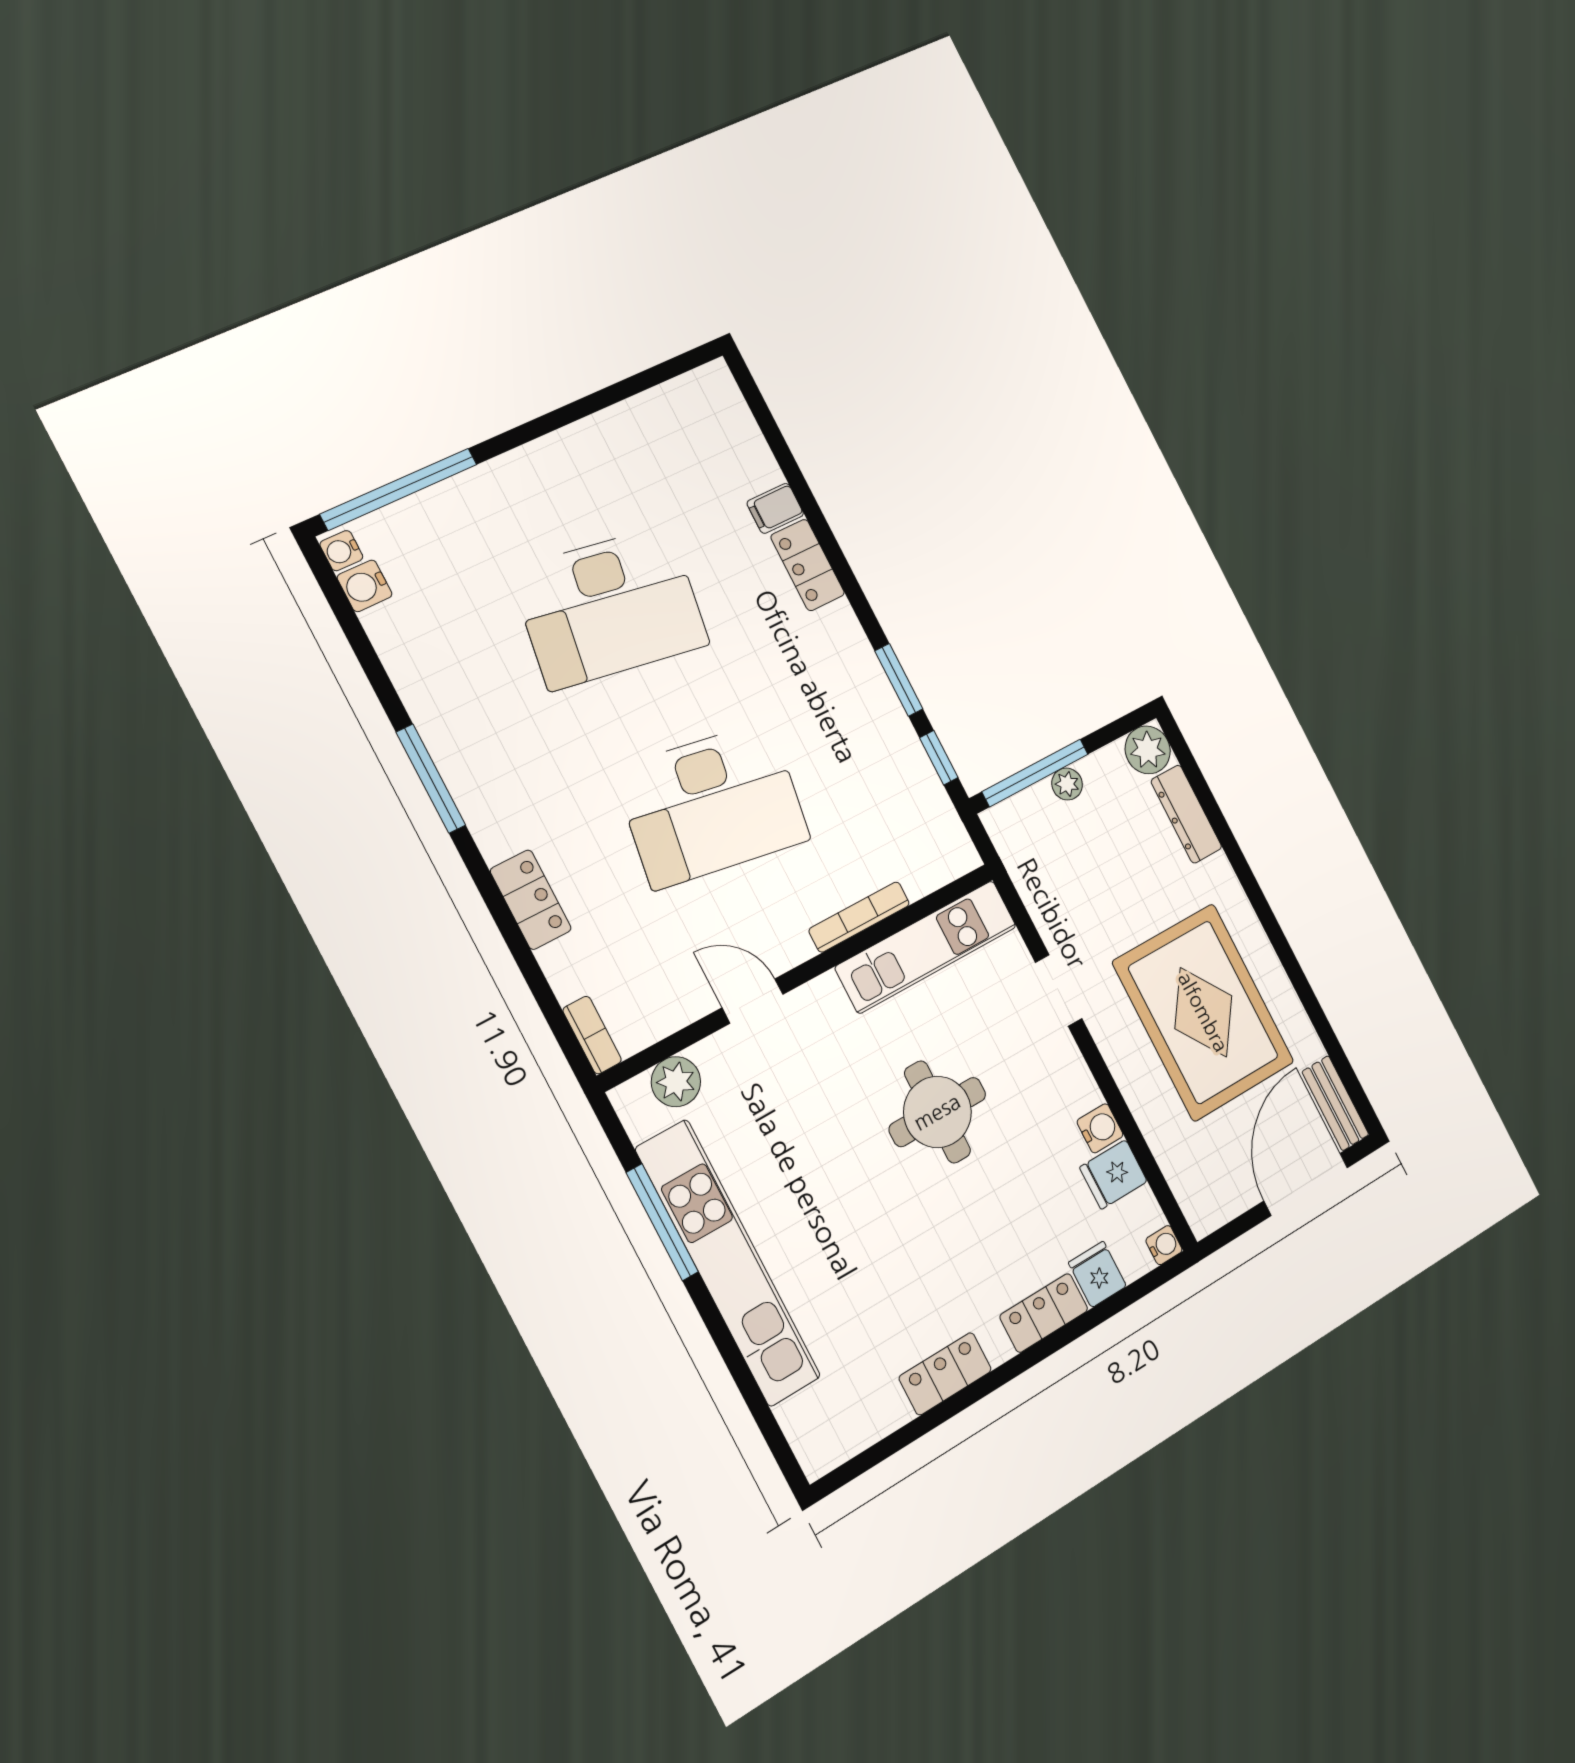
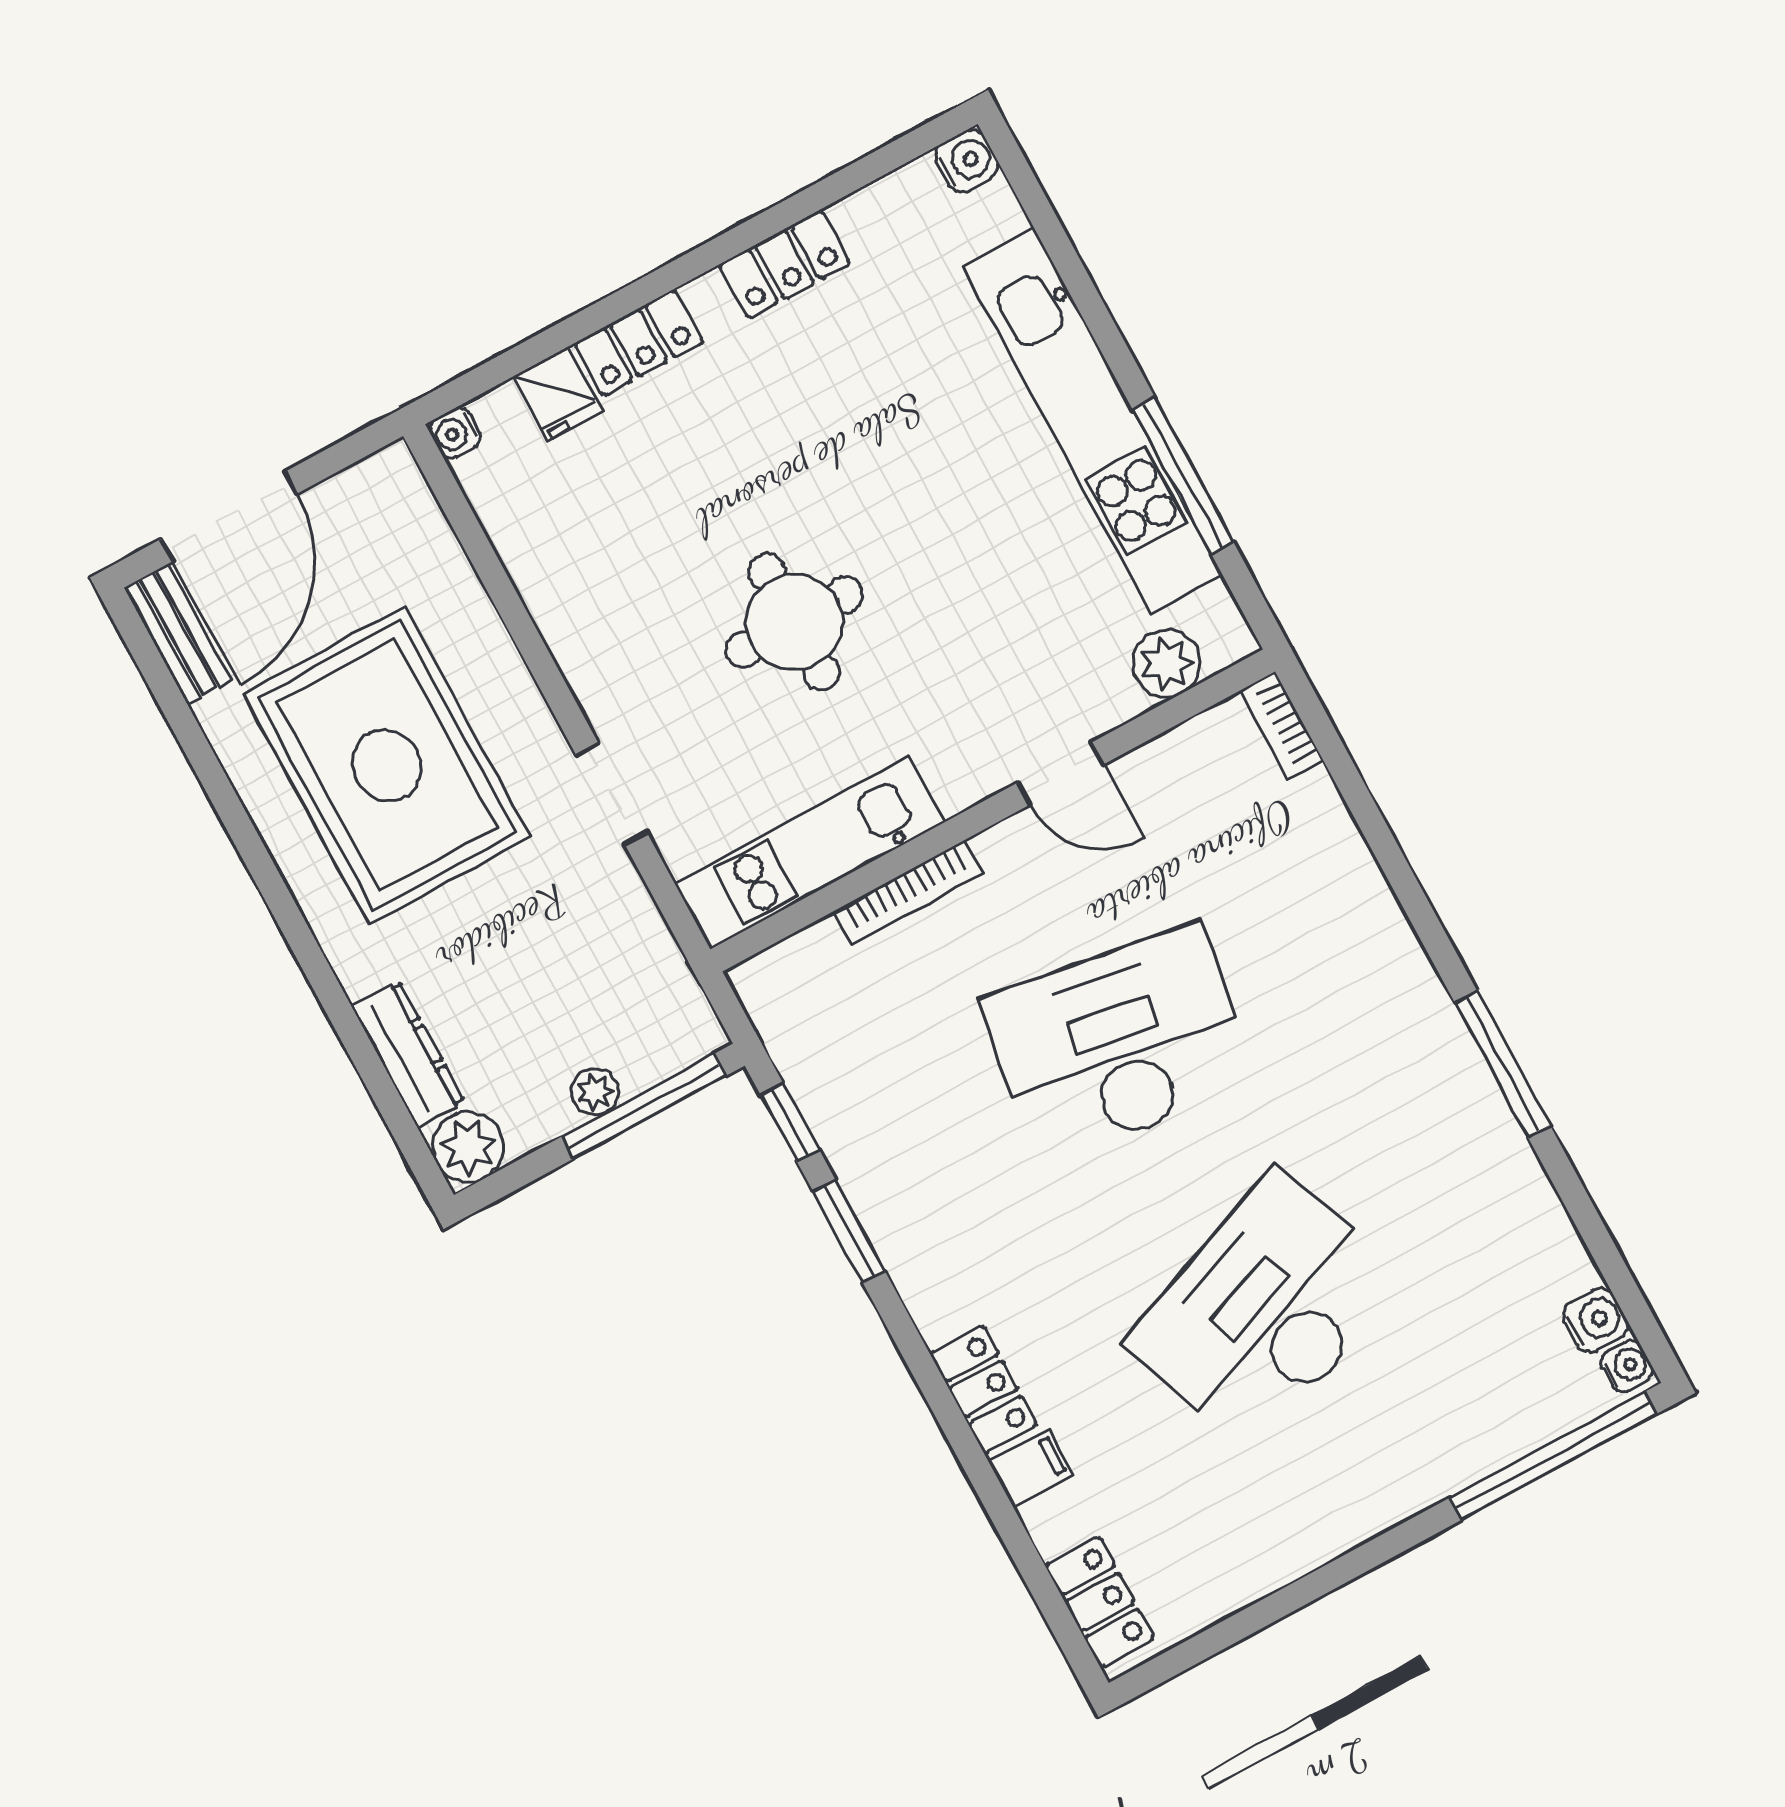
desk: (610, 607) -> (1265, 1311), turned -30
locker: (531, 900) -> (1100, 1602), moved, turned 180
water cooler: (1100, 1128) -> (967, 161), moved, turned 180
fridge: (1113, 1174) -> (531, 533), removed

